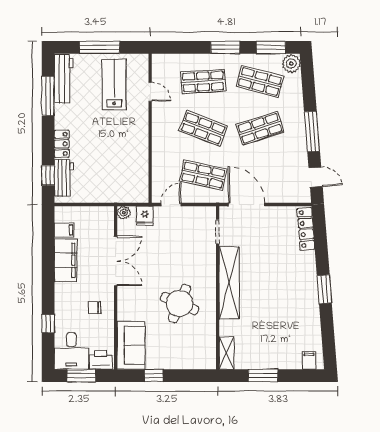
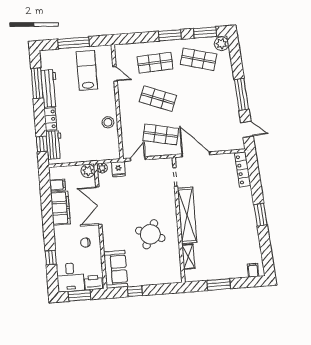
workbench: (63, 79) -> (49, 88), moved
shop shelf: (260, 128) -> (201, 95), removed
stool: (136, 154) -> (108, 122), added
plant: (105, 215) -> (88, 171), added
double door: (116, 261) -> (99, 206), swing flipped
shelving: (227, 353) -> (188, 257), moved

